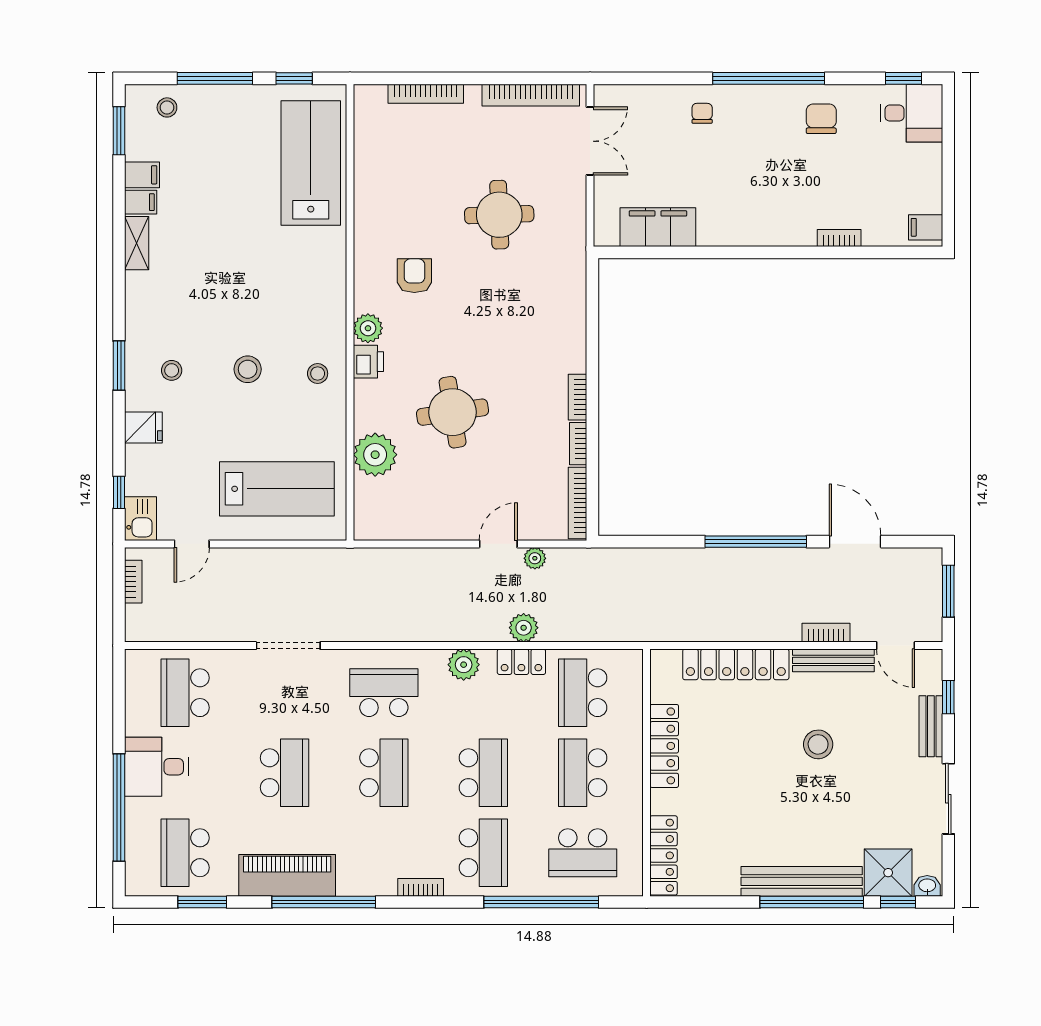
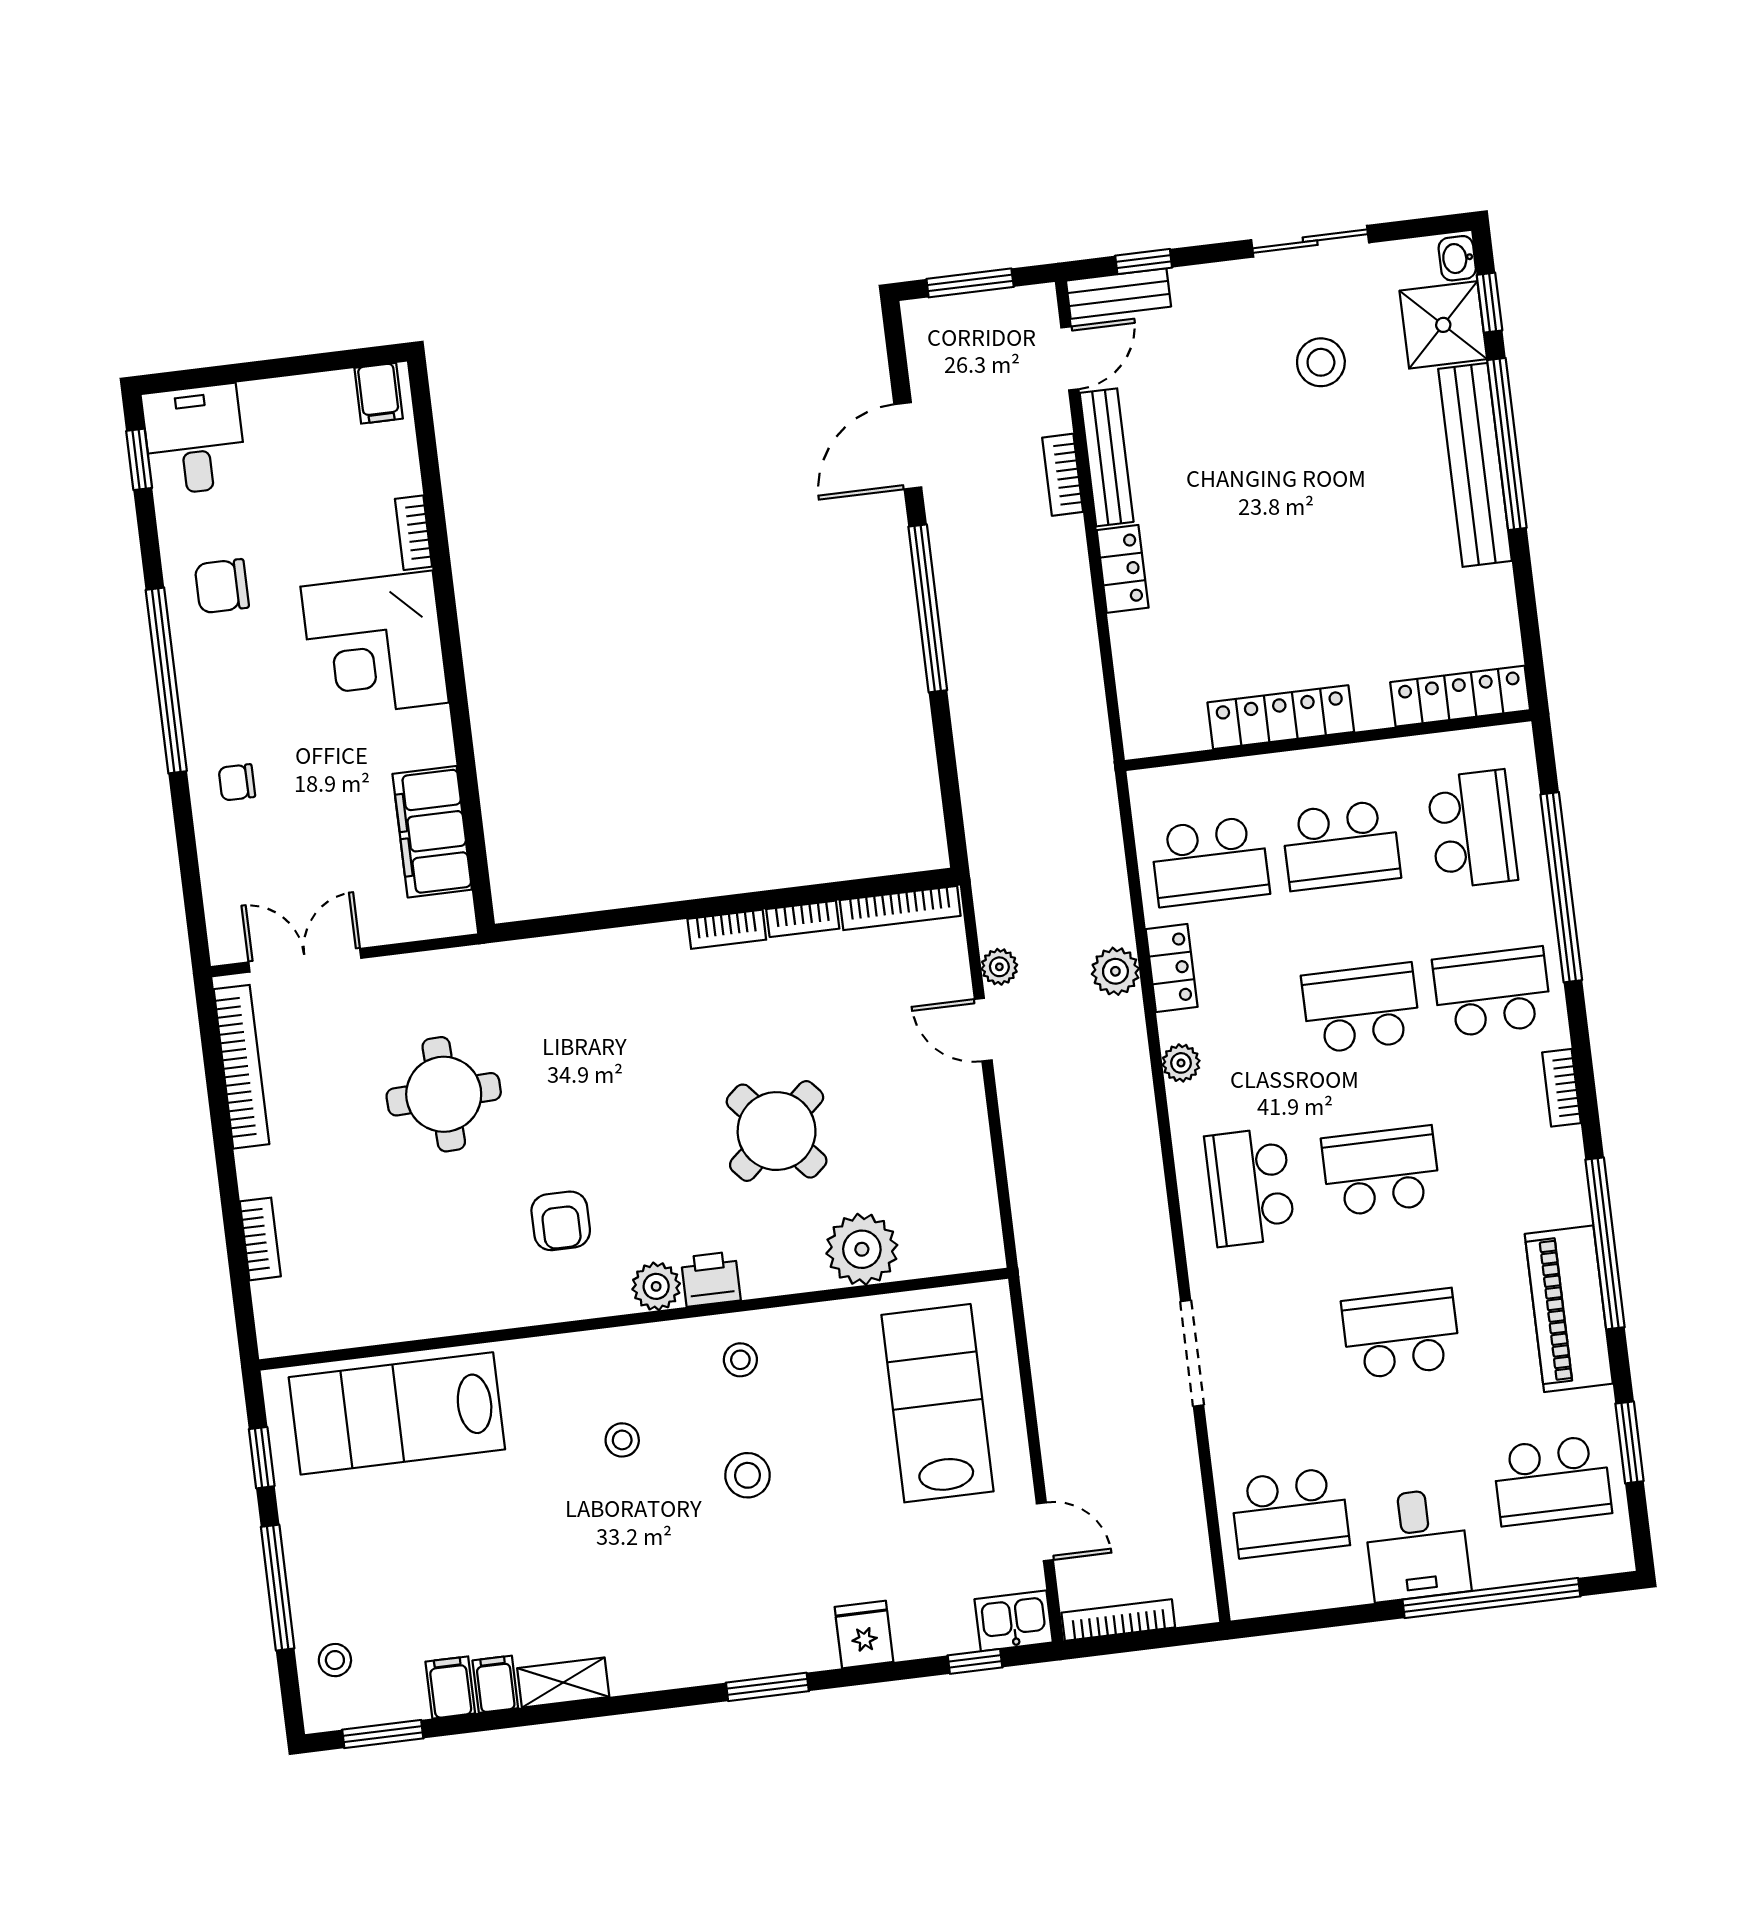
bookcase: (426, 94) -> (260, 1239), width x0.64
corner desk: (775, 206) -> (375, 645), added
armchair: (414, 276) -> (561, 1221), turned -90
stool: (172, 370) -> (622, 1440), moved
round table: (453, 412) -> (777, 1131), turned -32
bookcase: (133, 582) -> (1118, 1620), width x1.56
locker: (736, 664) -> (1123, 569), width x0.46, depth x0.83
plant: (464, 665) -> (1181, 1063), width x0.73, depth x0.73
bench: (931, 726) -> (1119, 294), moved
stool: (818, 744) -> (1321, 362), moved

